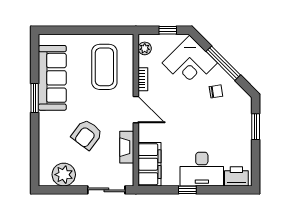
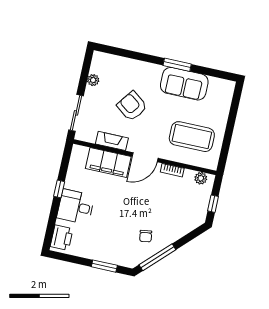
corner desk: (190, 63) -> (178, 217), removed
window: (223, 63) -> (157, 257), moved
sofa: (52, 78) -> (184, 84), width x0.73
filing cabinet: (150, 164) -> (108, 163), moved
desk: (202, 169) -> (76, 207), width x0.73
plant: (64, 175) -> (93, 80), width x0.53, depth x0.53

